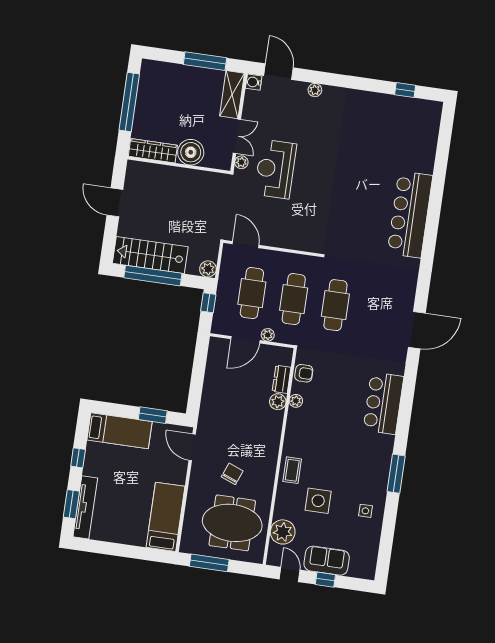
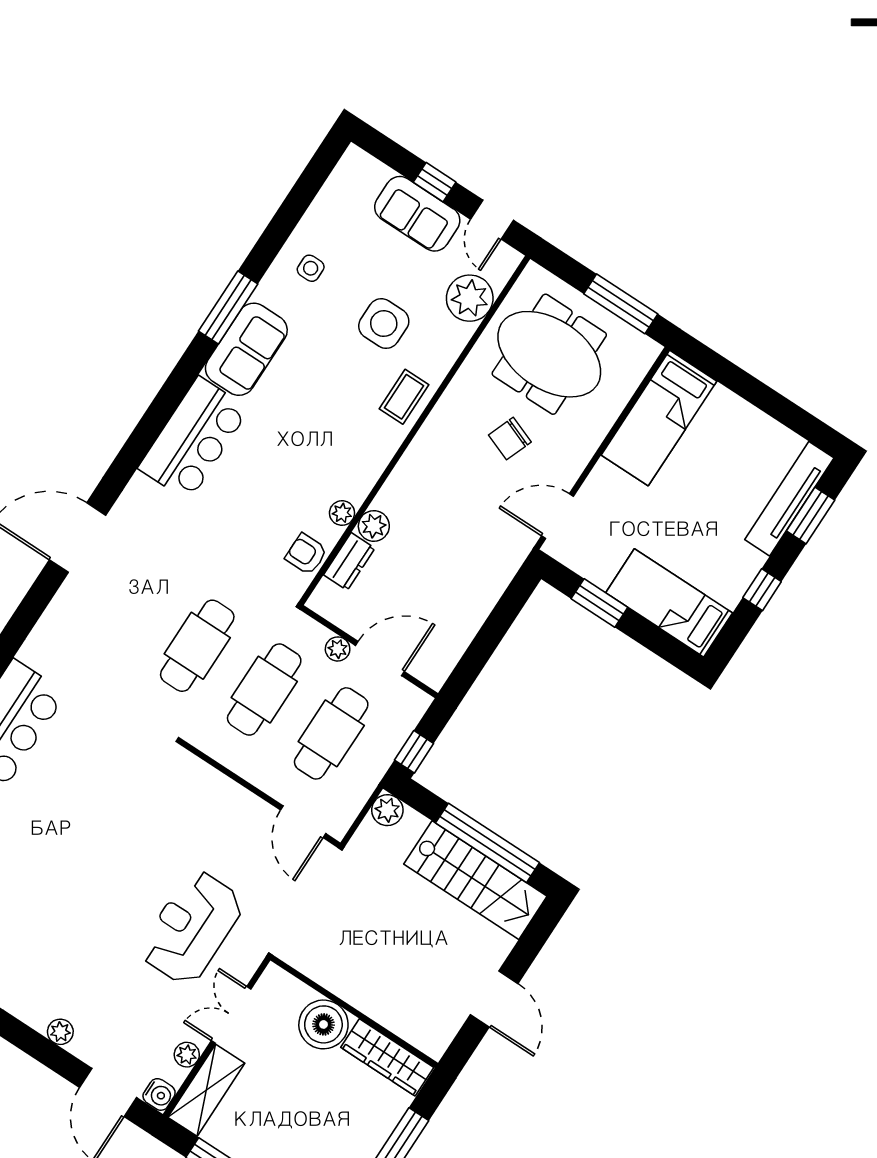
plant: (241, 162) -> (187, 1055), moved
reception desk: (275, 169) -> (192, 928), turned 180
door: (192, 447) -> (558, 516), swing flipped
sofa: (378, 458) -> (246, 349), added

